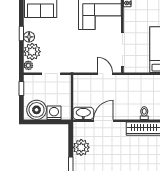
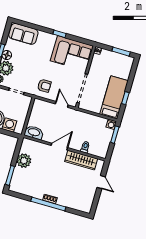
armchair: (80, 59) -> (44, 86), added
door: (103, 121) -> (59, 147), moved

